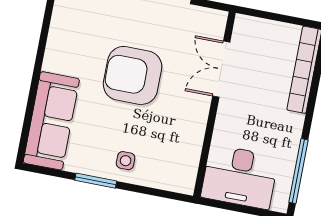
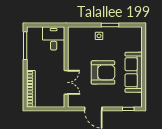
sofa: (51, 121) -> (134, 72), moved
desk: (240, 177) -> (54, 38), width x0.73

